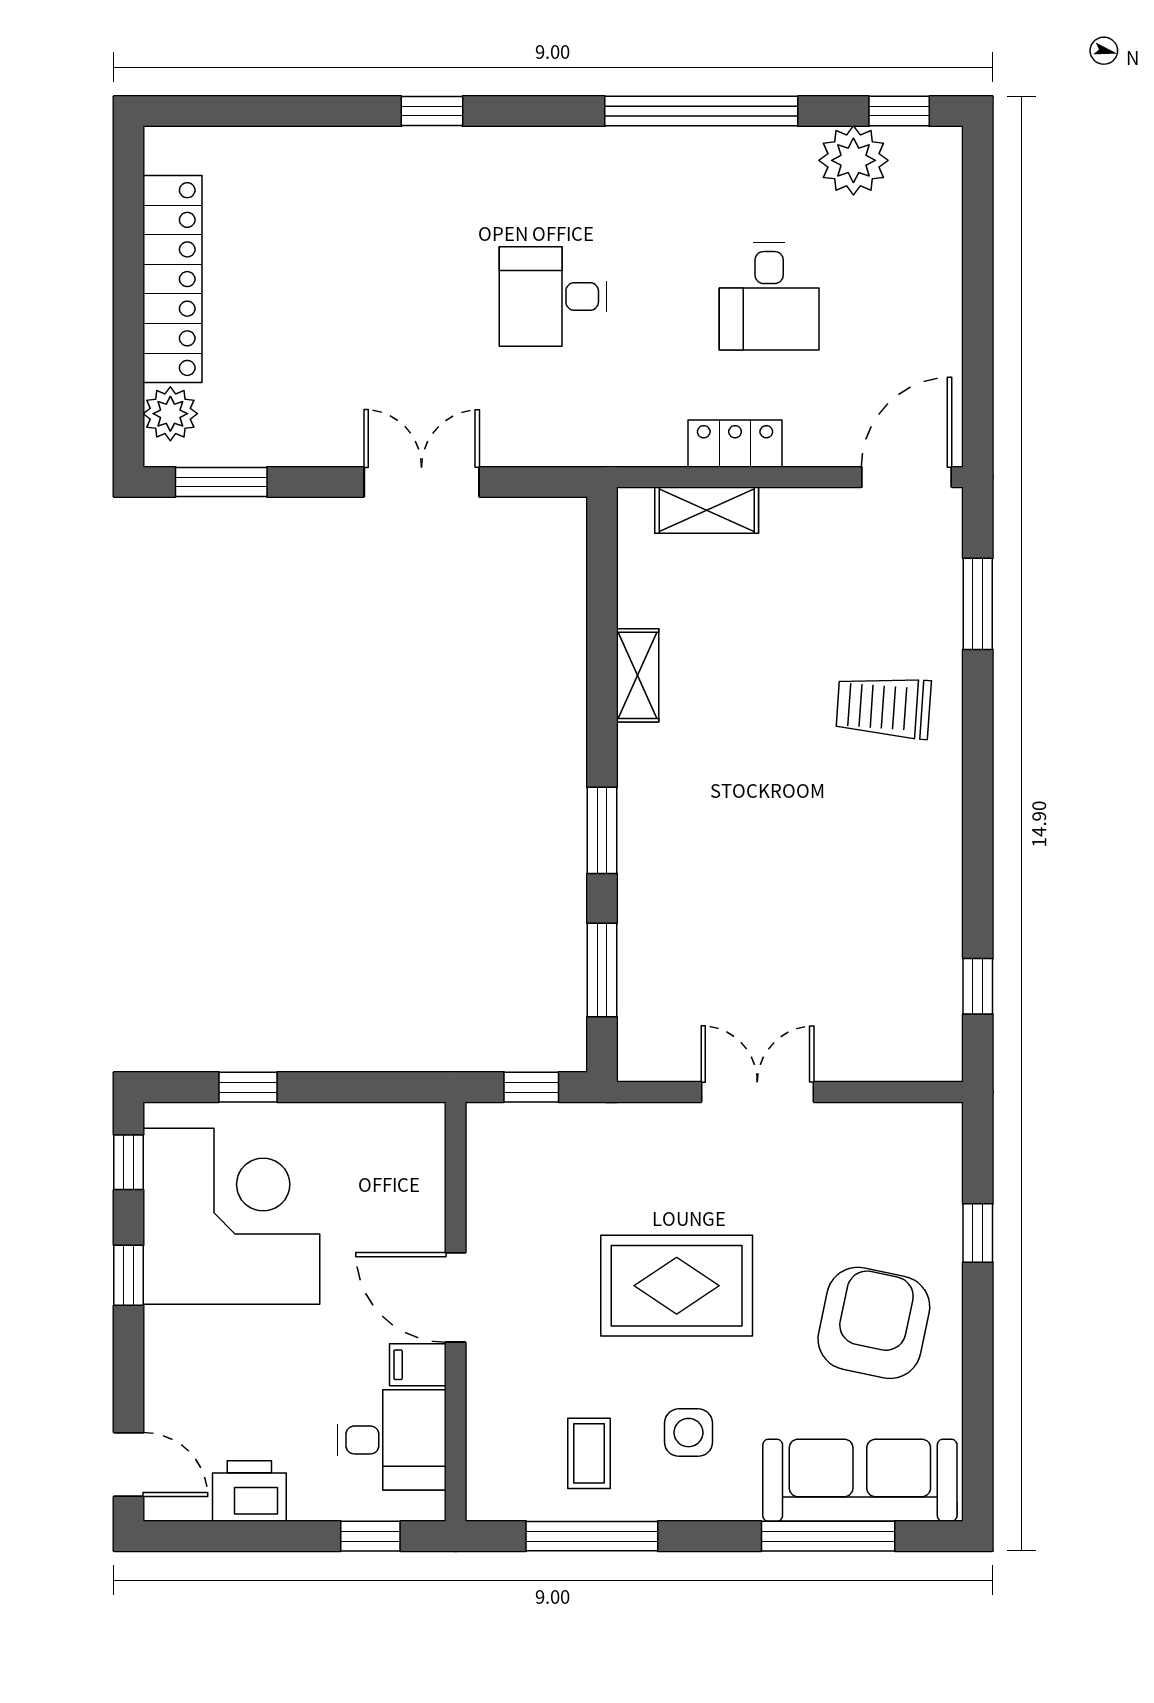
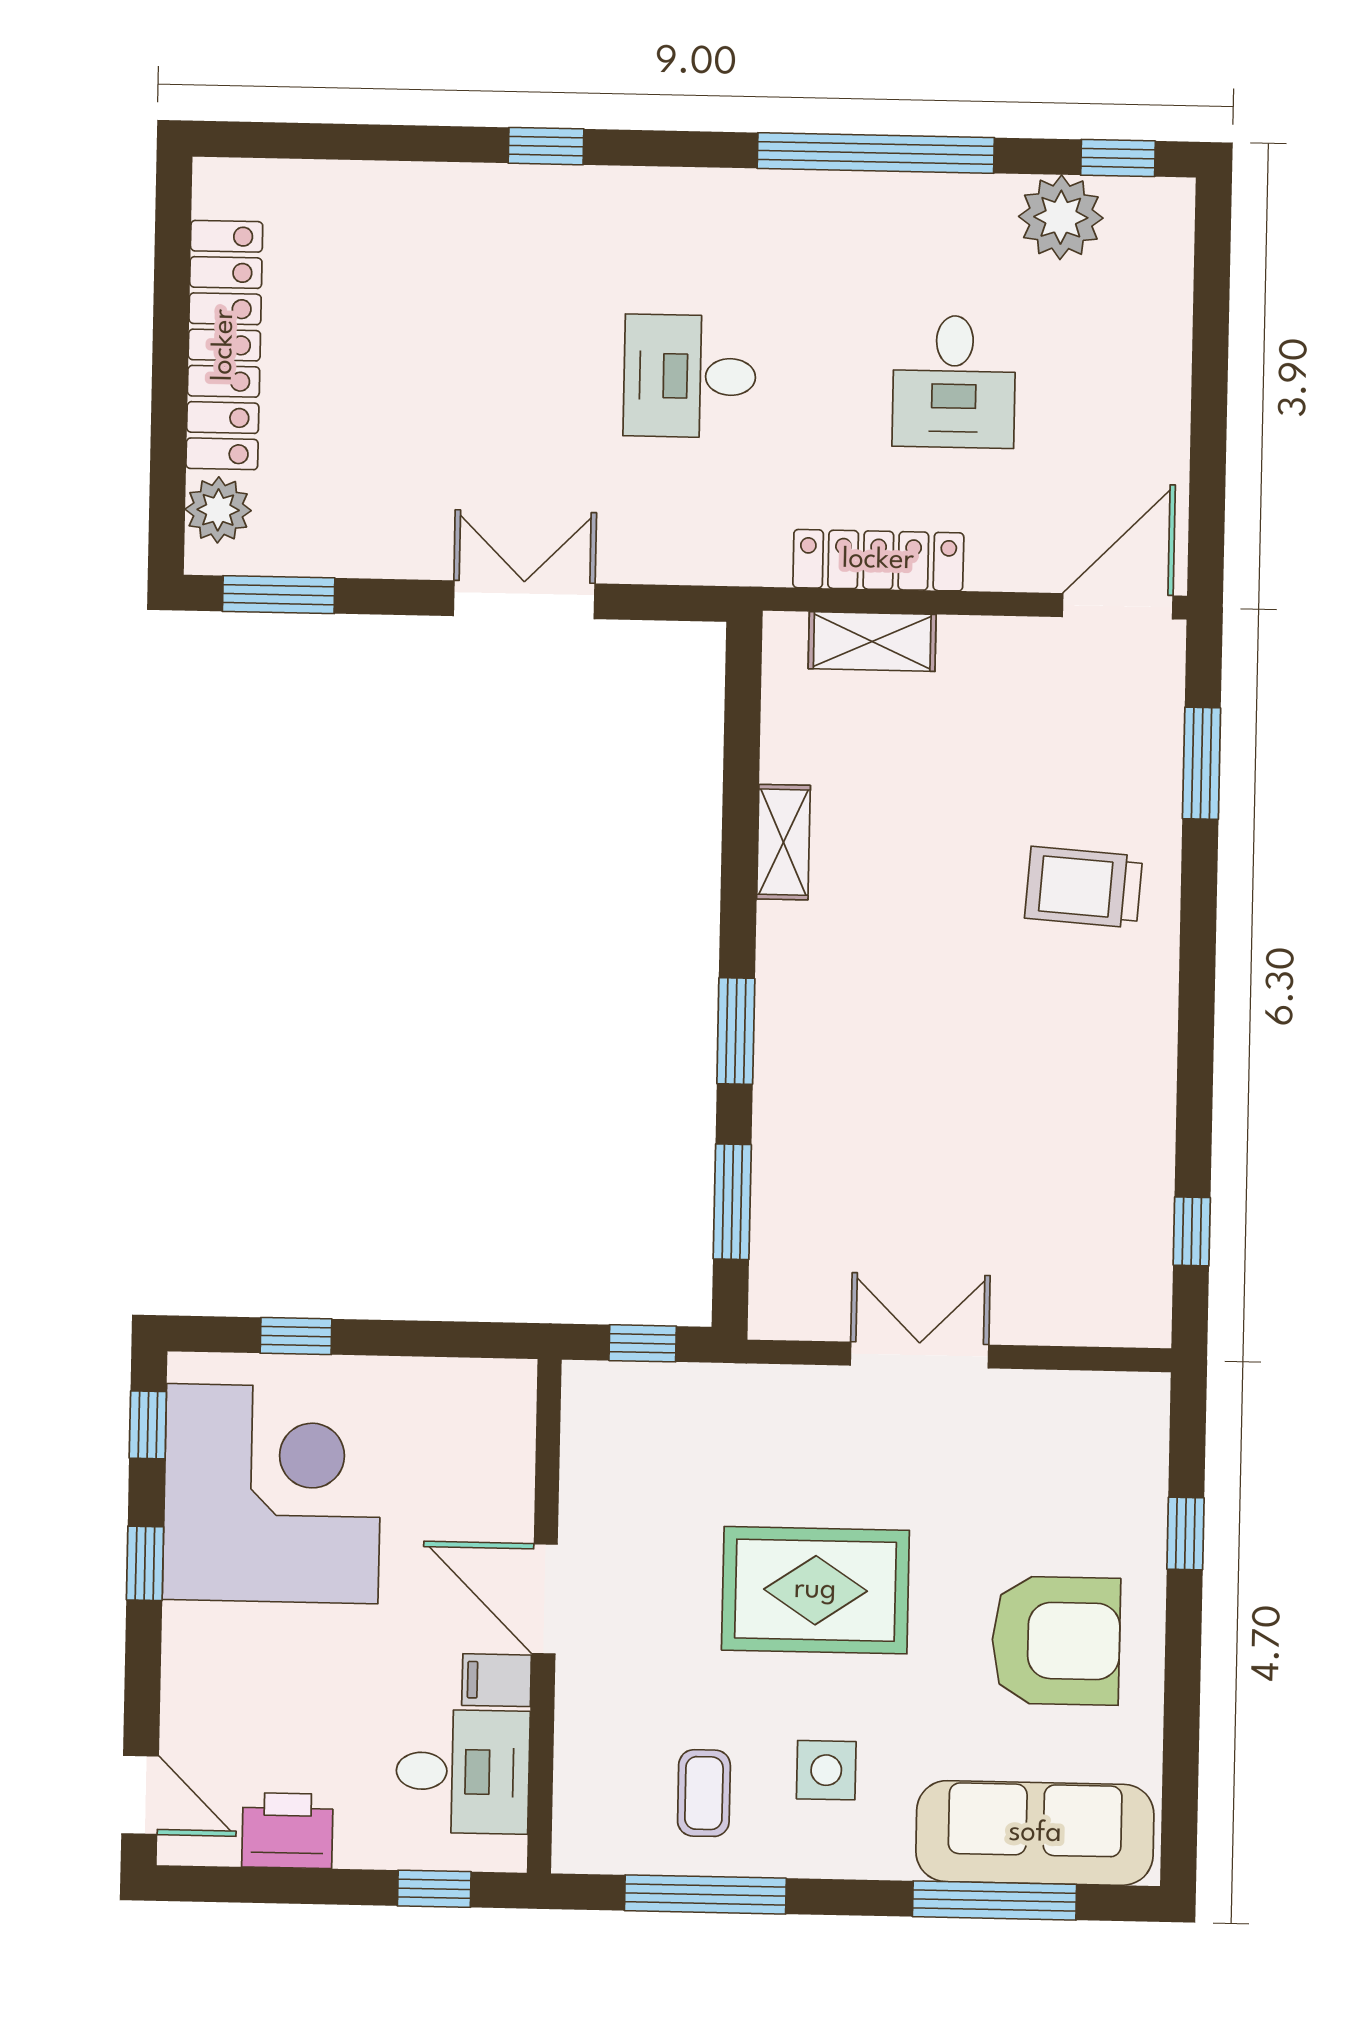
locker: (735, 444) -> (878, 560), width x1.53
armchair: (874, 1323) -> (1056, 1641), turned 78

